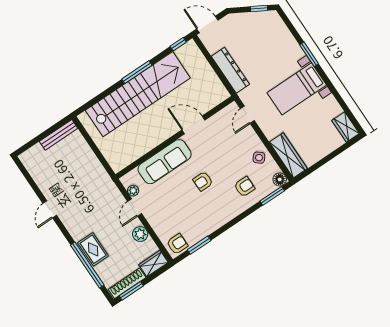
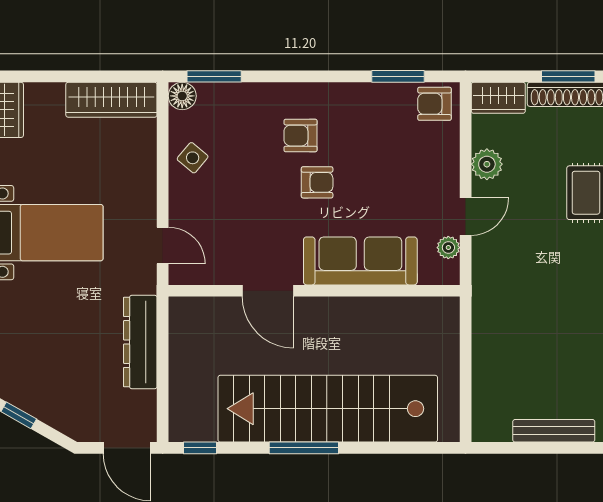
door: (247, 115) -> (163, 245), hinge flipped
bench: (59, 135) -> (554, 431), moved
wardrobe: (288, 155) -> (111, 100), moved, turned -90
armchair: (244, 187) -> (301, 136), moved

